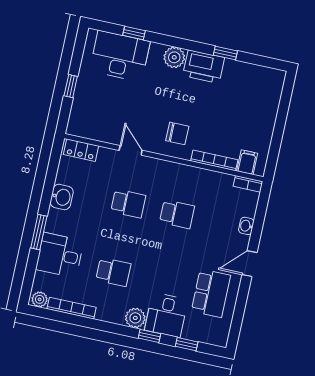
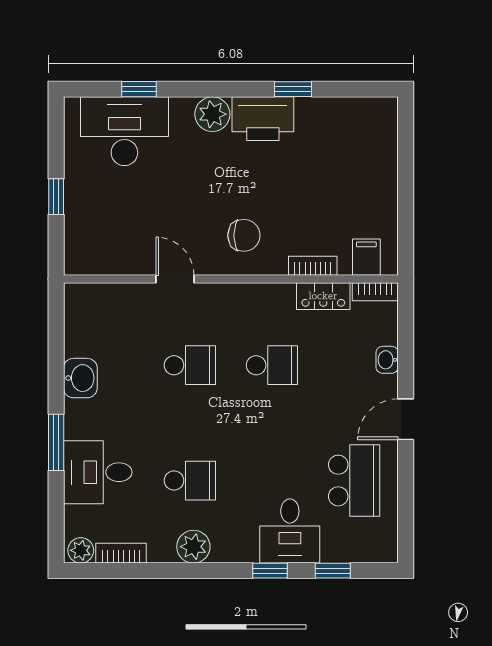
locker: (81, 150) -> (323, 296), moved
bookcase: (214, 160) -> (313, 266), width x0.64
bookcase: (72, 308) -> (121, 553), width x0.64
plant: (135, 318) -> (193, 547), moved

